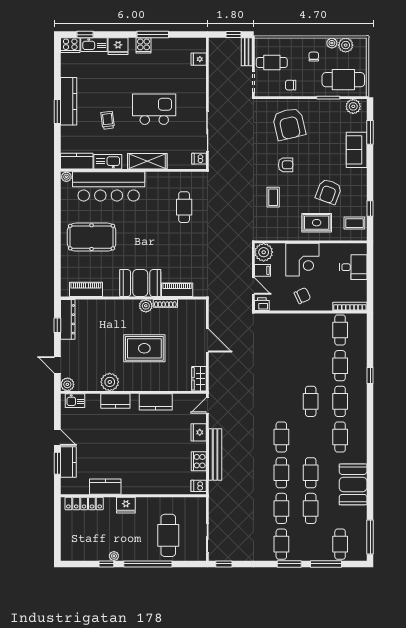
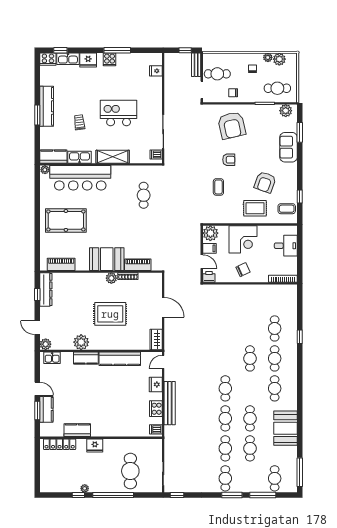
cafe table: (343, 80) -> (277, 88), width x0.73, depth x0.74
cafe table: (340, 330) -> (275, 298), removed
kitchen counter: (156, 402) -> (120, 359), width x1.50

